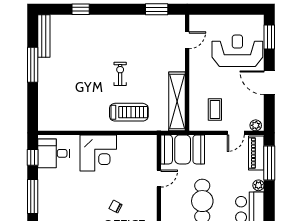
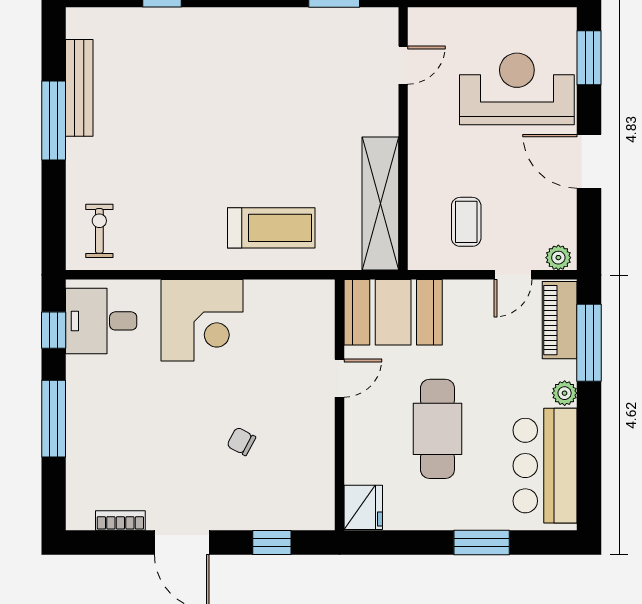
bench: (44, 36) -> (79, 88), moved
exercise bike: (120, 74) -> (99, 231), moved

